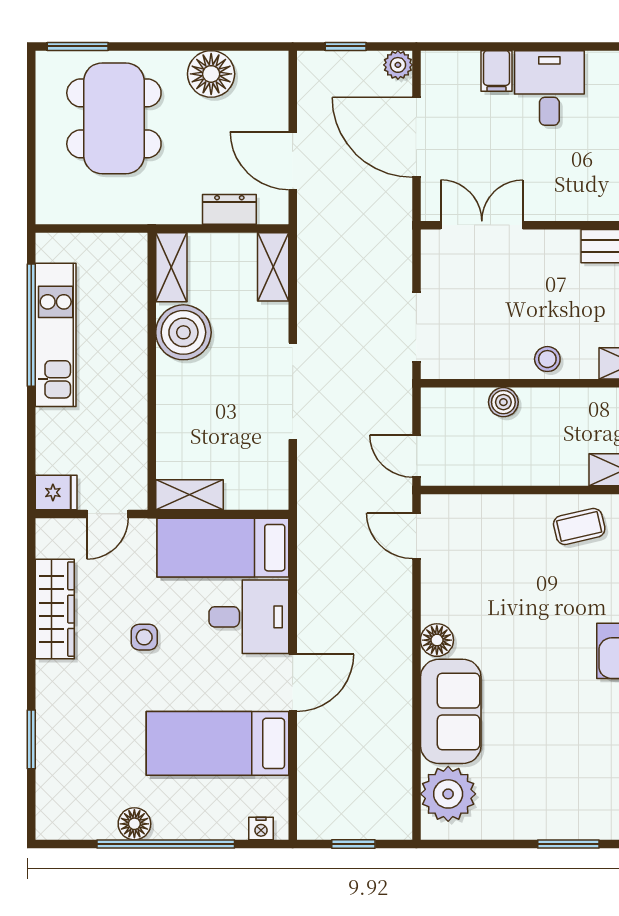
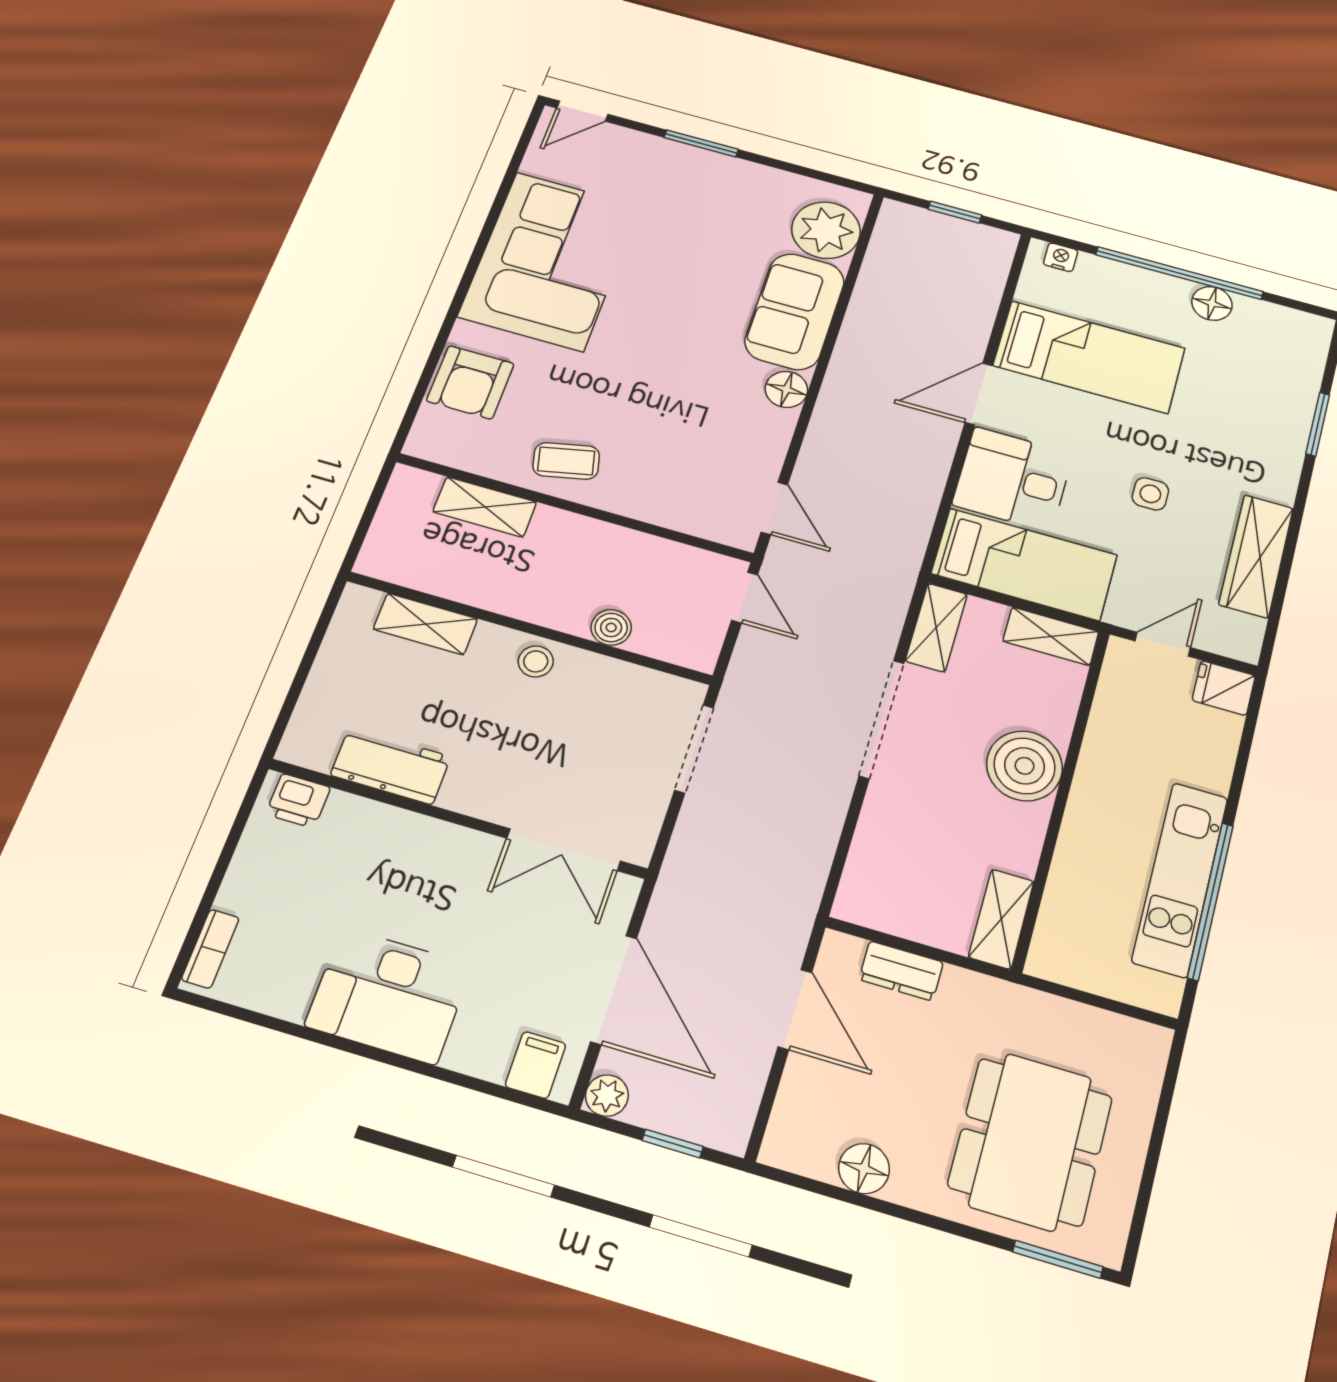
filing cabinet: (497, 71) -> (535, 1065), moved
floor lamp: (211, 74) -> (864, 1169), width x0.73, depth x0.73
desk: (549, 88) -> (389, 995), width x1.37
shelving: (273, 267) -> (936, 628), moved
boiler: (183, 332) -> (1025, 766), moved

